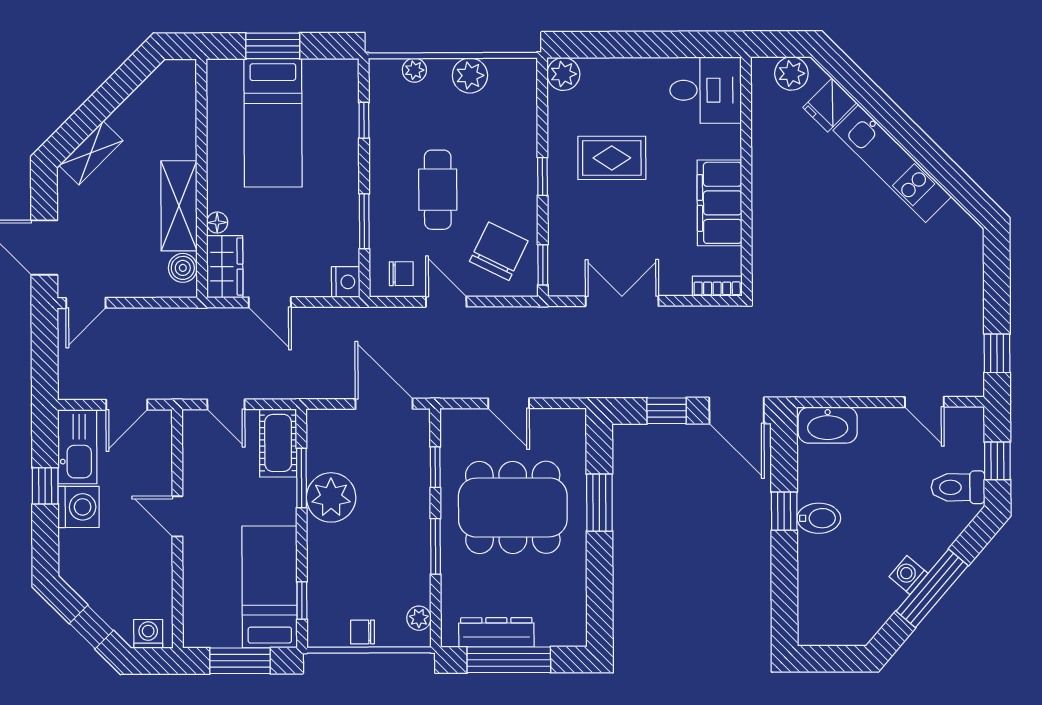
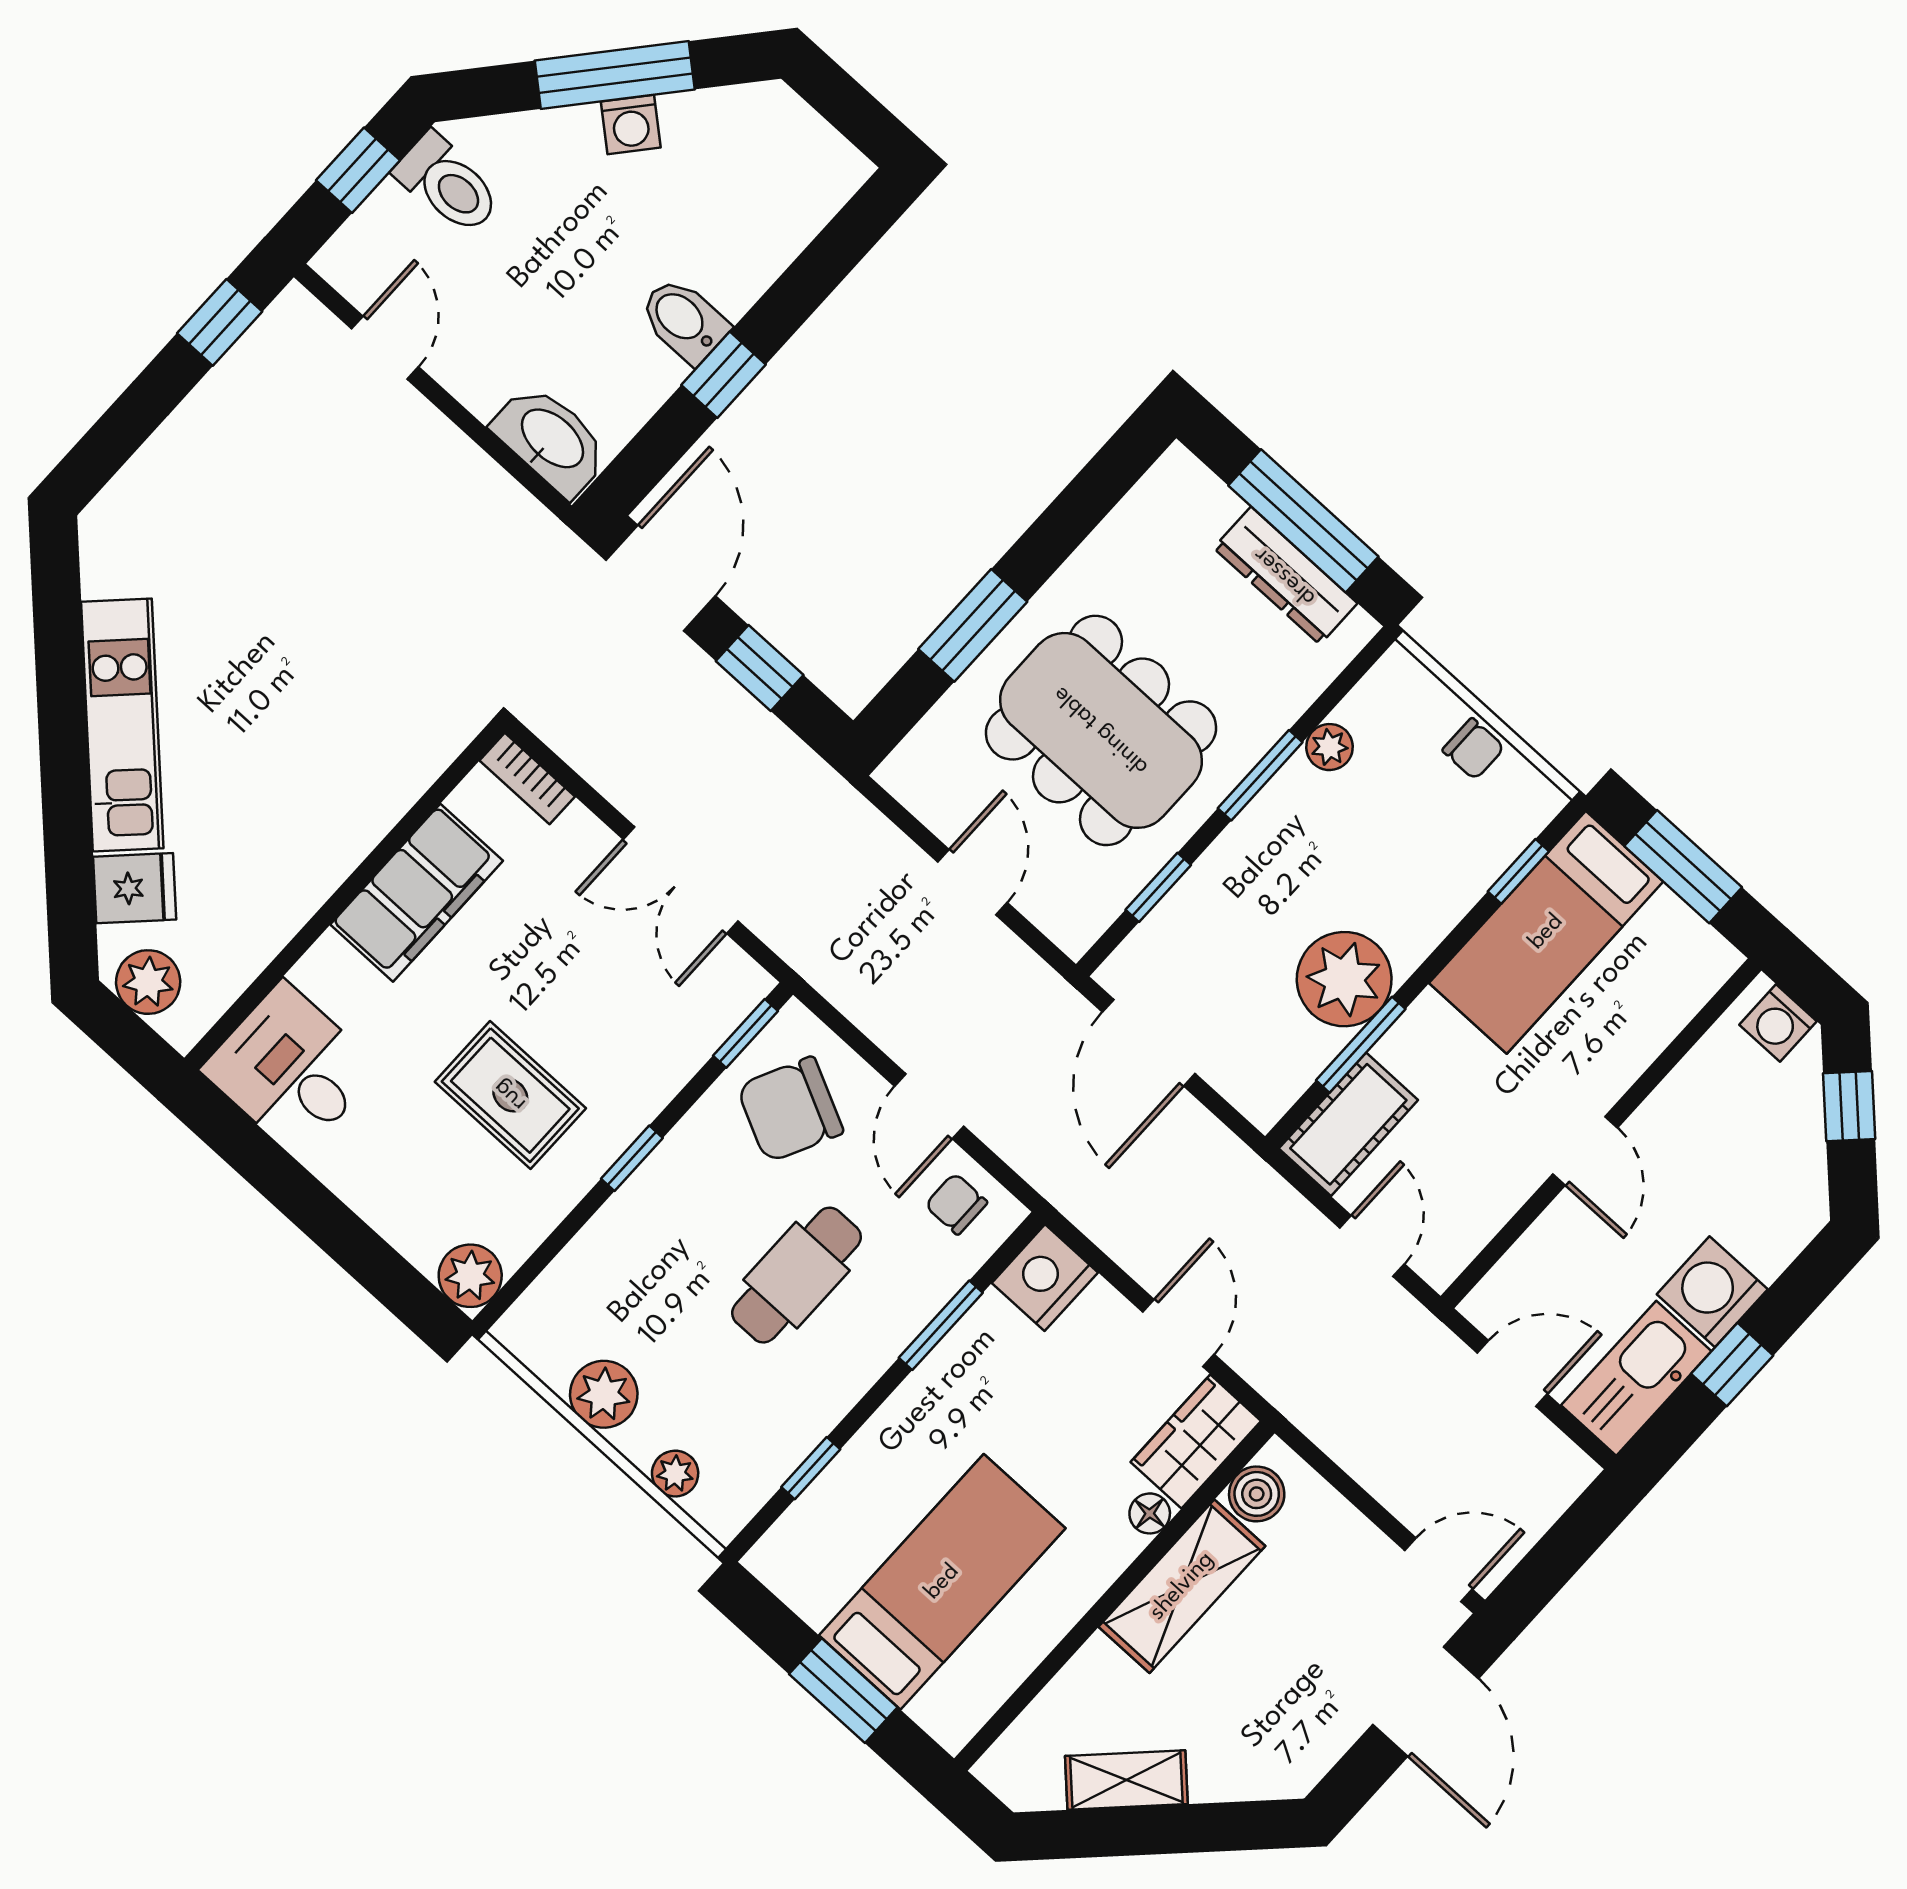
shelving: (91, 153) -> (1126, 1780), moved
nightstand: (346, 282) -> (1045, 1278), width x1.36, depth x1.33
plant: (419, 618) -> (1329, 747), moved

